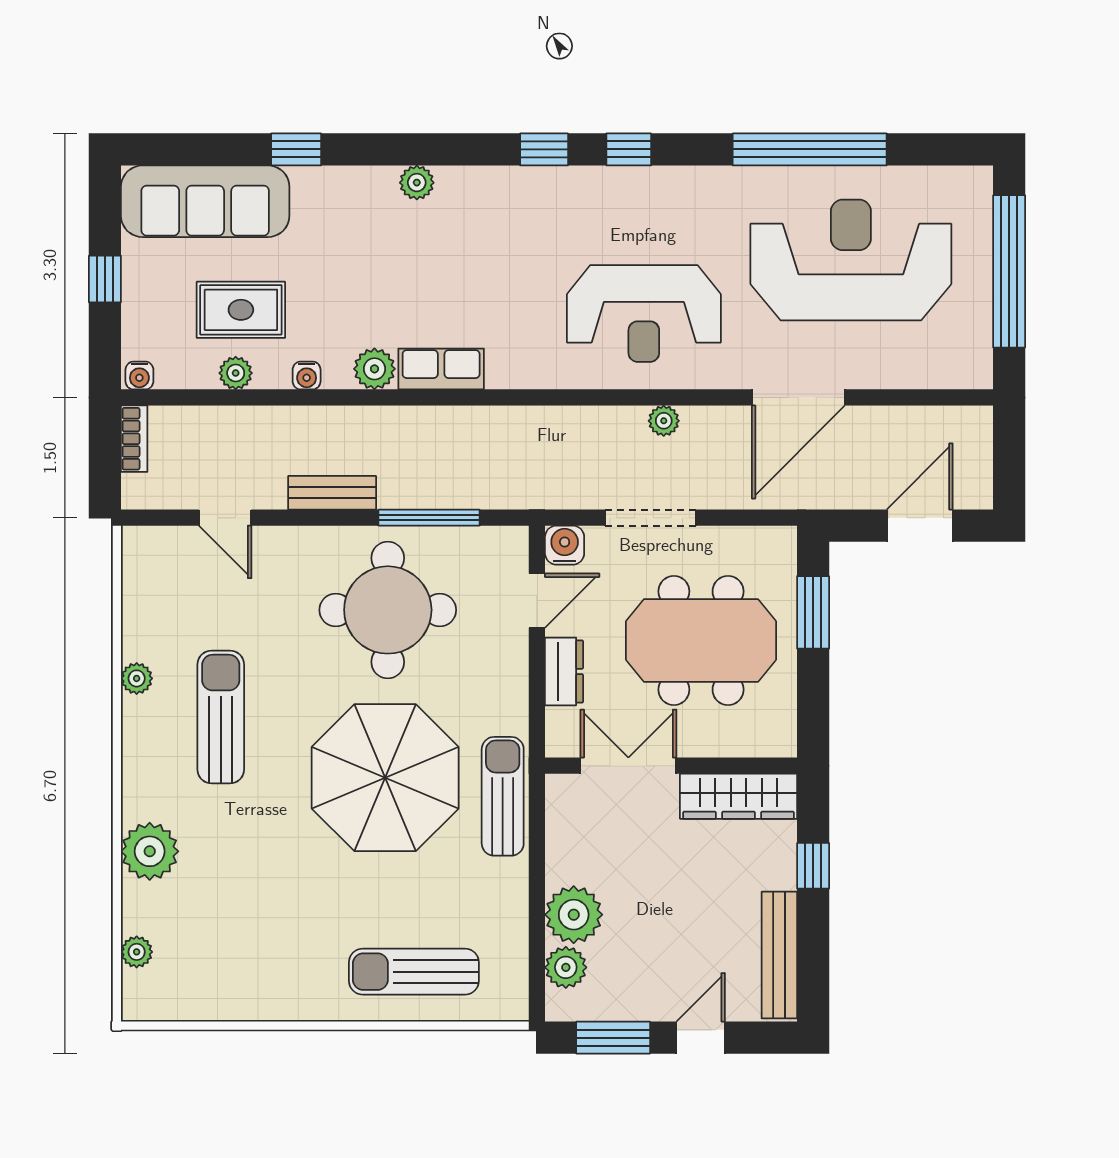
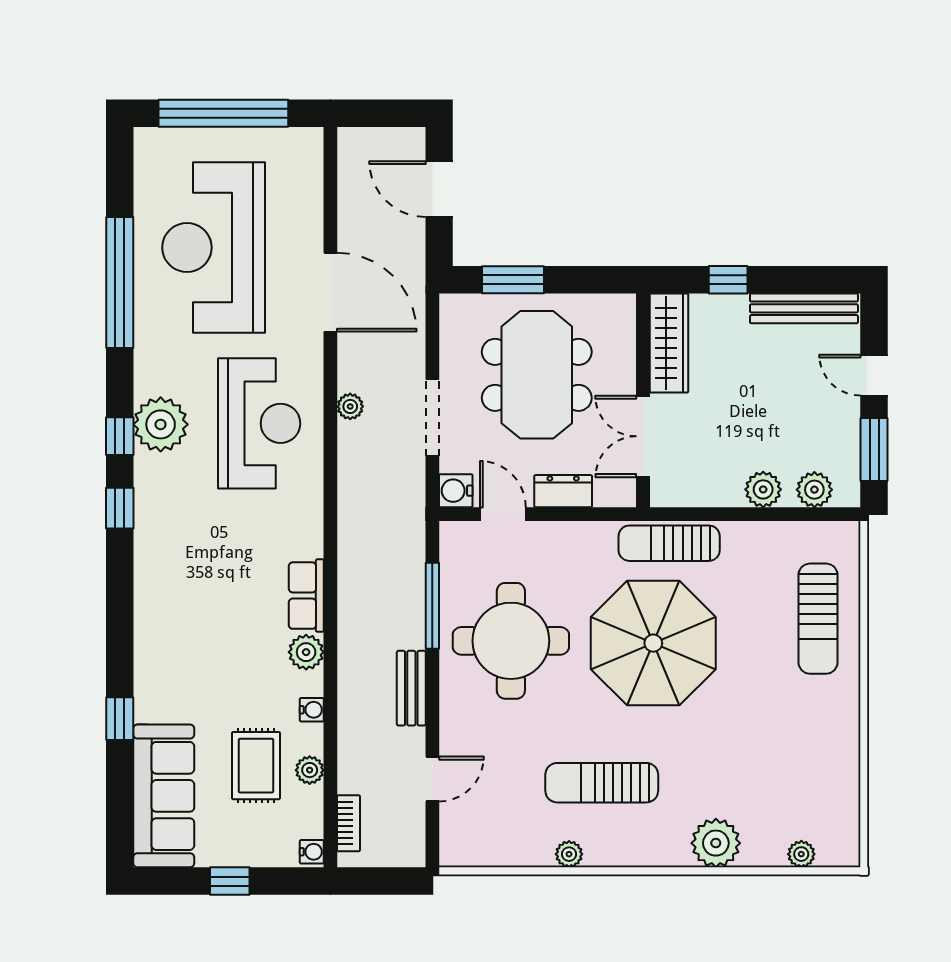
plant: (417, 183) -> (161, 424), moved, width x1.88, depth x1.88
bookcase: (134, 439) -> (349, 823), moved, turned 90
plant: (574, 915) -> (763, 489), width x0.73, depth x0.73

